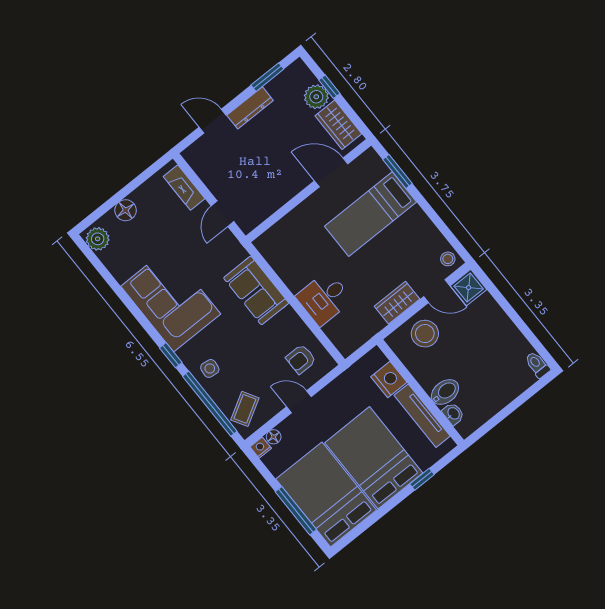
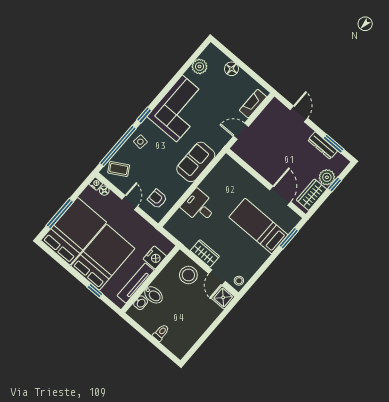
dresser: (250, 108) -> (323, 145), moved
plant: (98, 239) -> (200, 66), moved
toilet: (537, 365) -> (161, 333), moved

